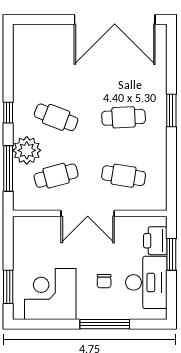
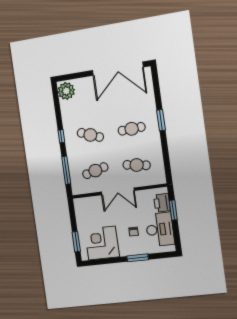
plant: (27, 150) -> (66, 91), moved
window: (105, 324) -> (138, 258), width x0.69

